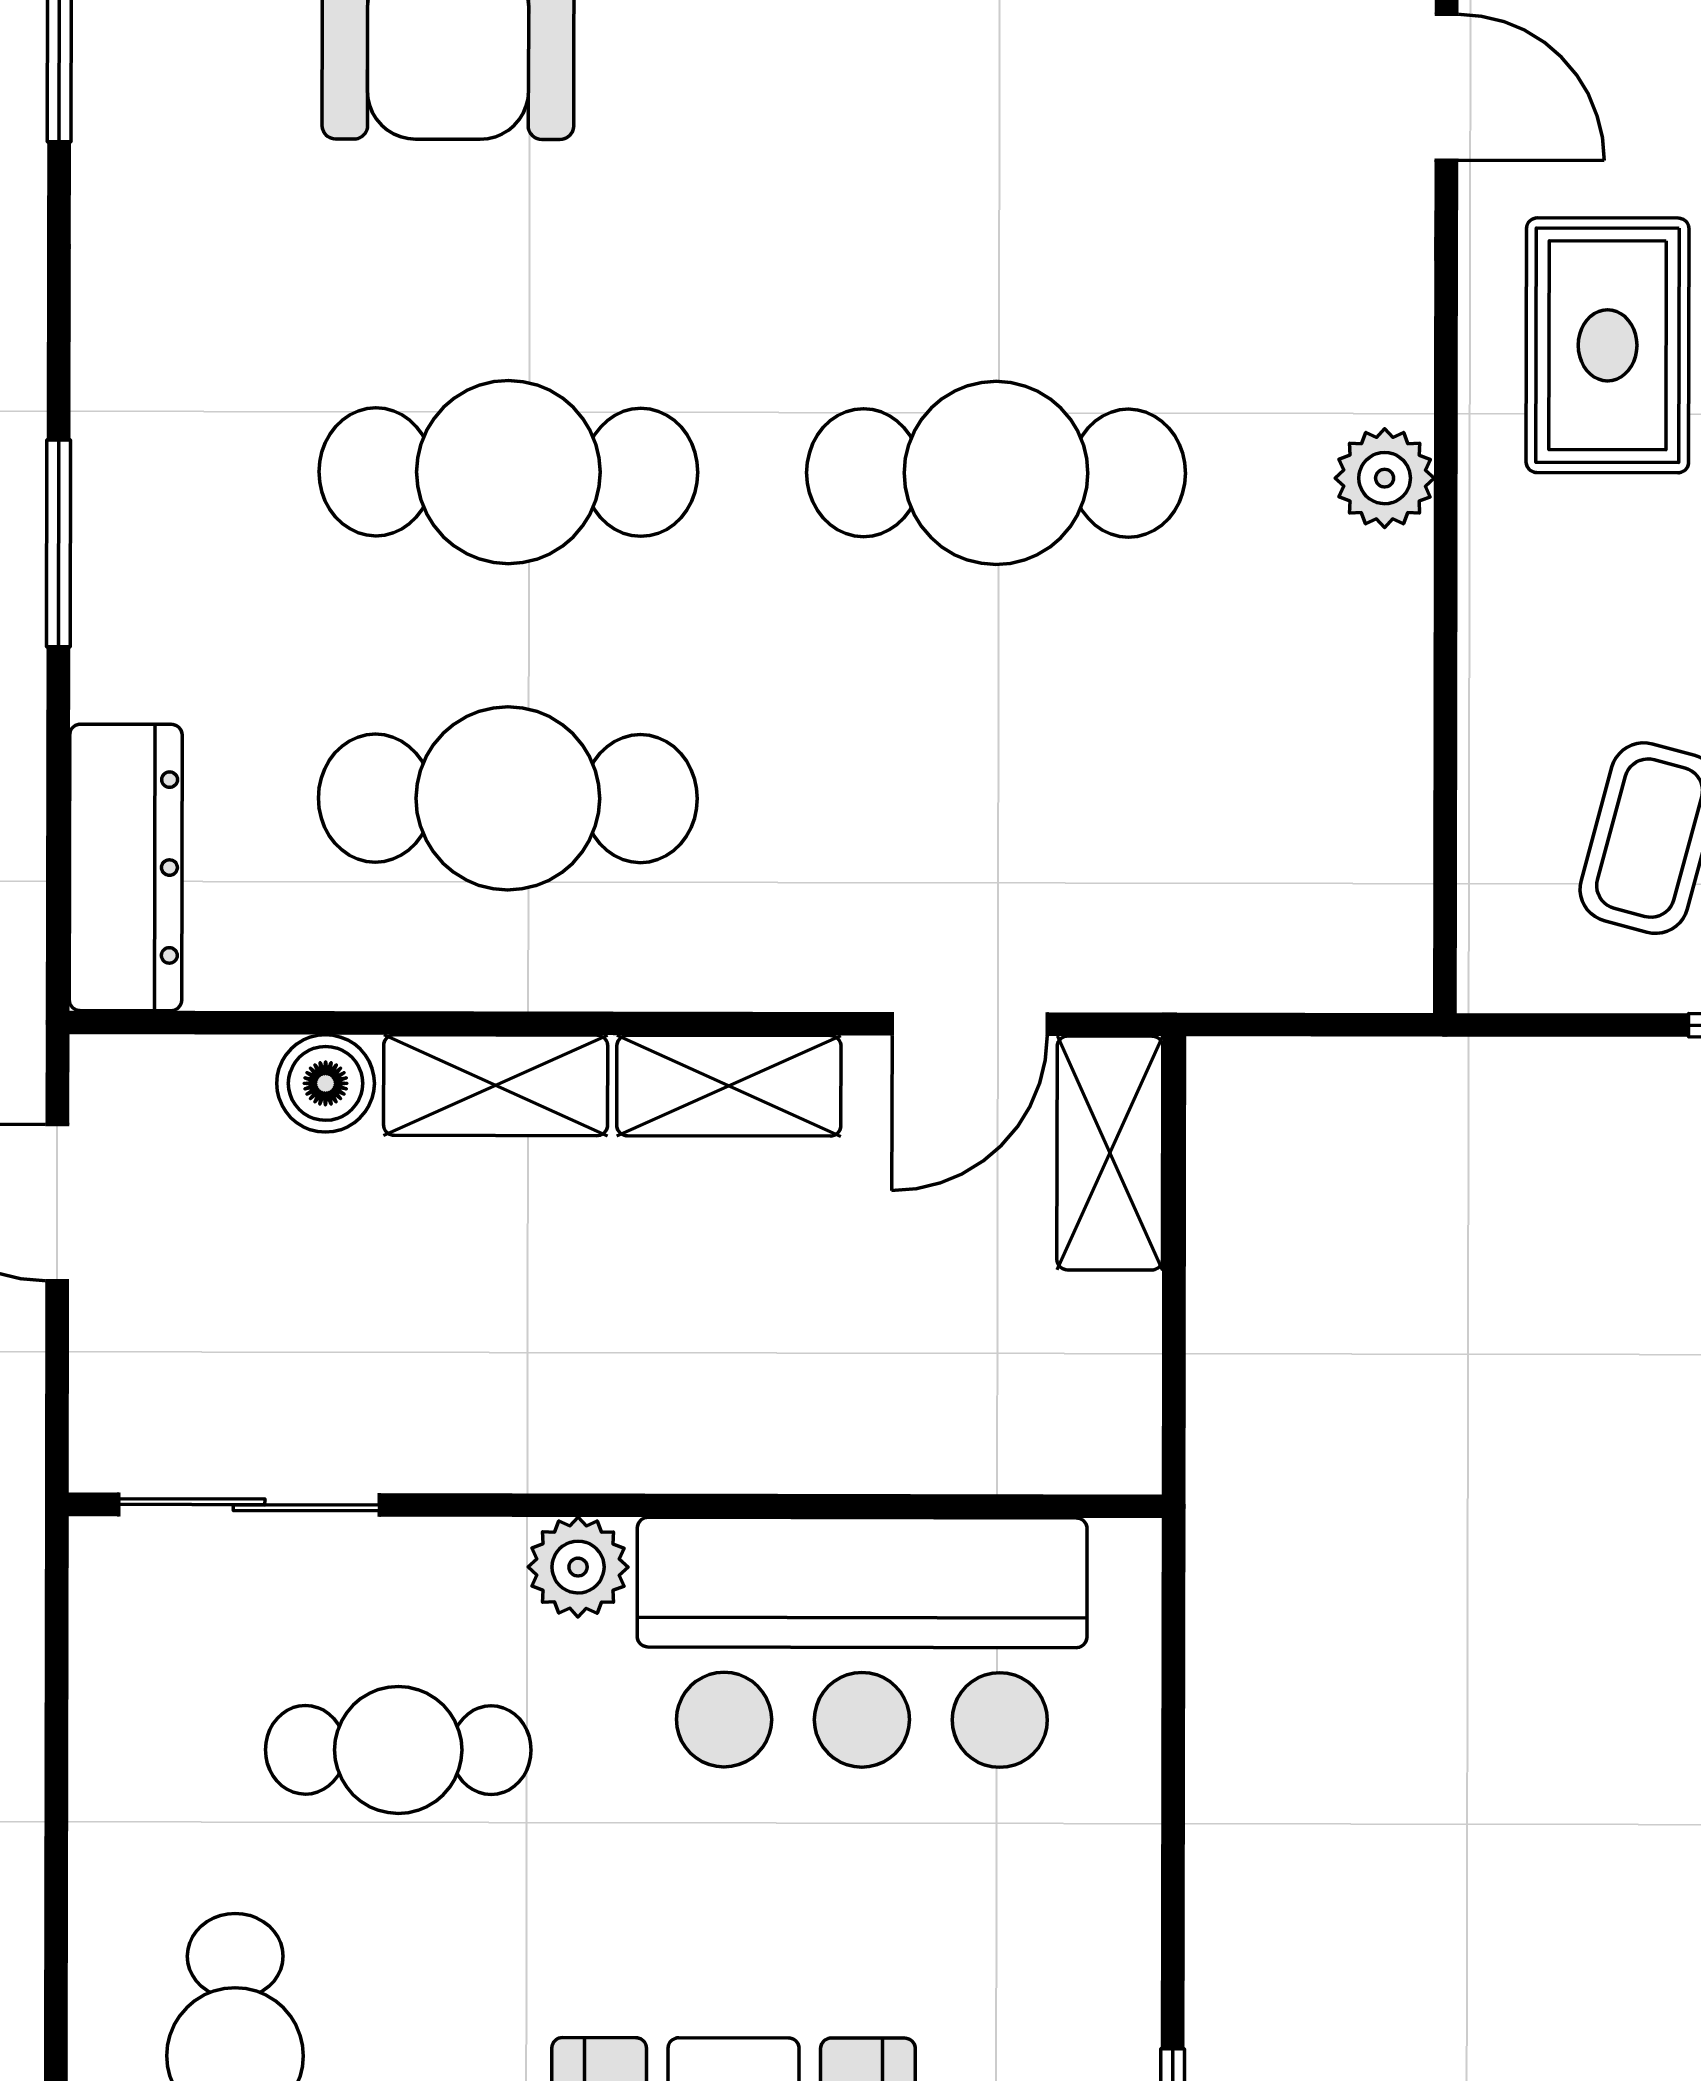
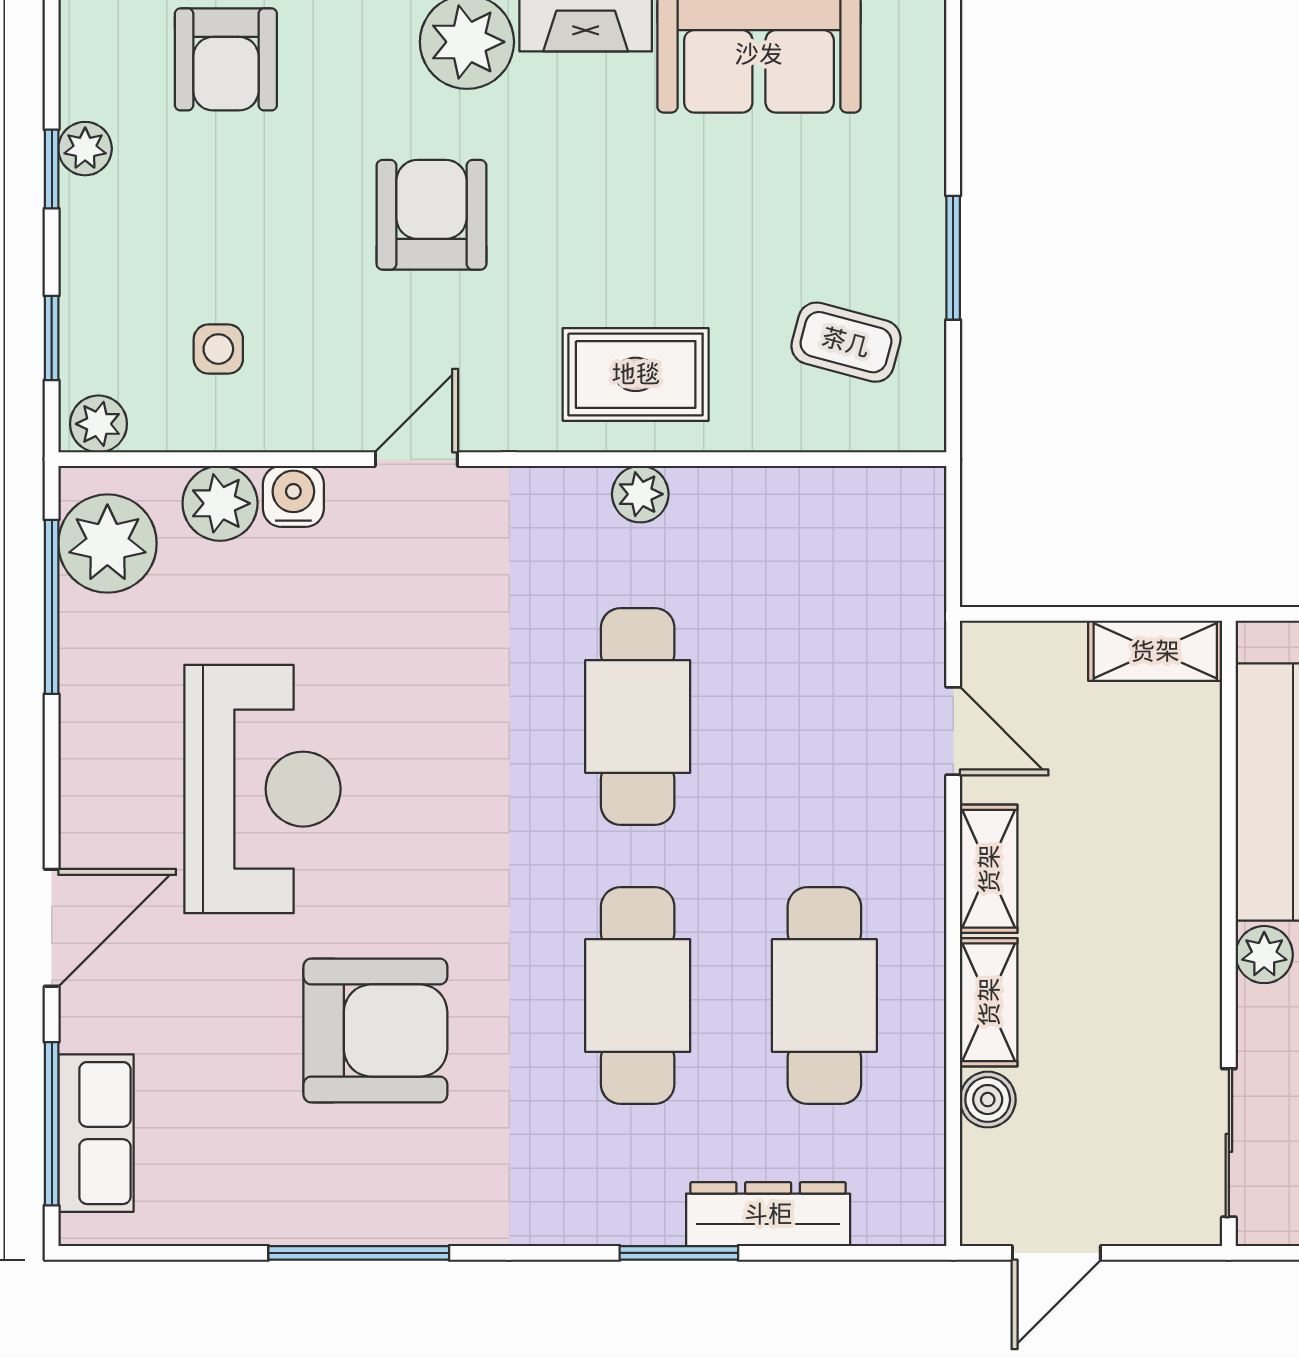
rug: (1608, 345) -> (636, 374), moved
dresser: (126, 867) -> (768, 1214), moved
shelving: (1110, 1153) -> (1155, 651), moved

